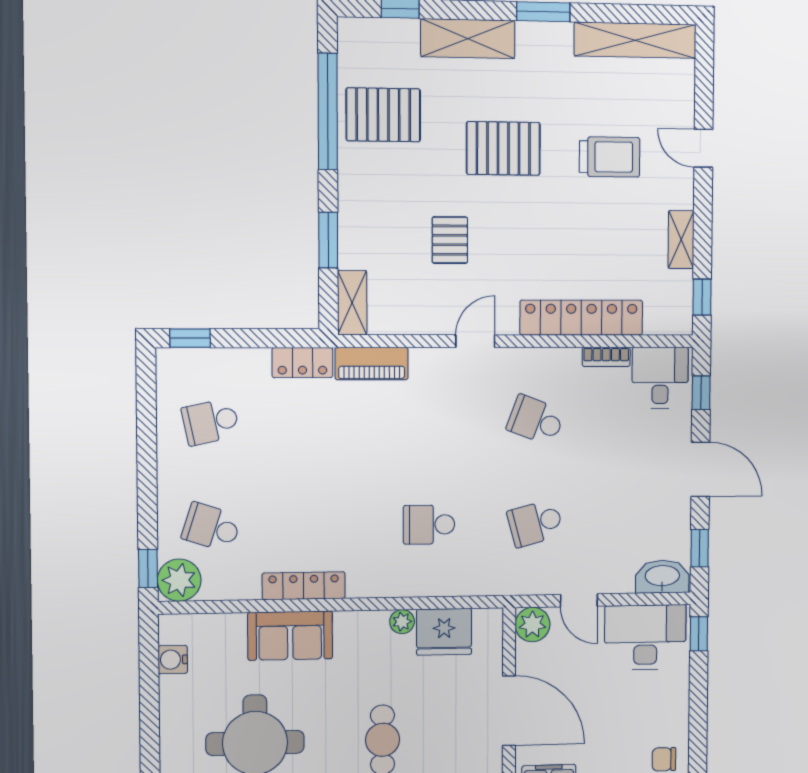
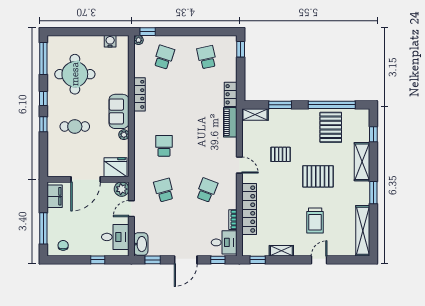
pallet: (503, 148) -> (318, 176), turned 90
plant: (179, 580) -> (139, 40), width x0.53, depth x0.53
fridge: (444, 632) -> (116, 167), moved, turned 90
window: (699, 634) -> (98, 260), moved
sofa: (290, 636) -> (119, 111), moved
desk: (645, 637) -> (115, 237), width x0.73

